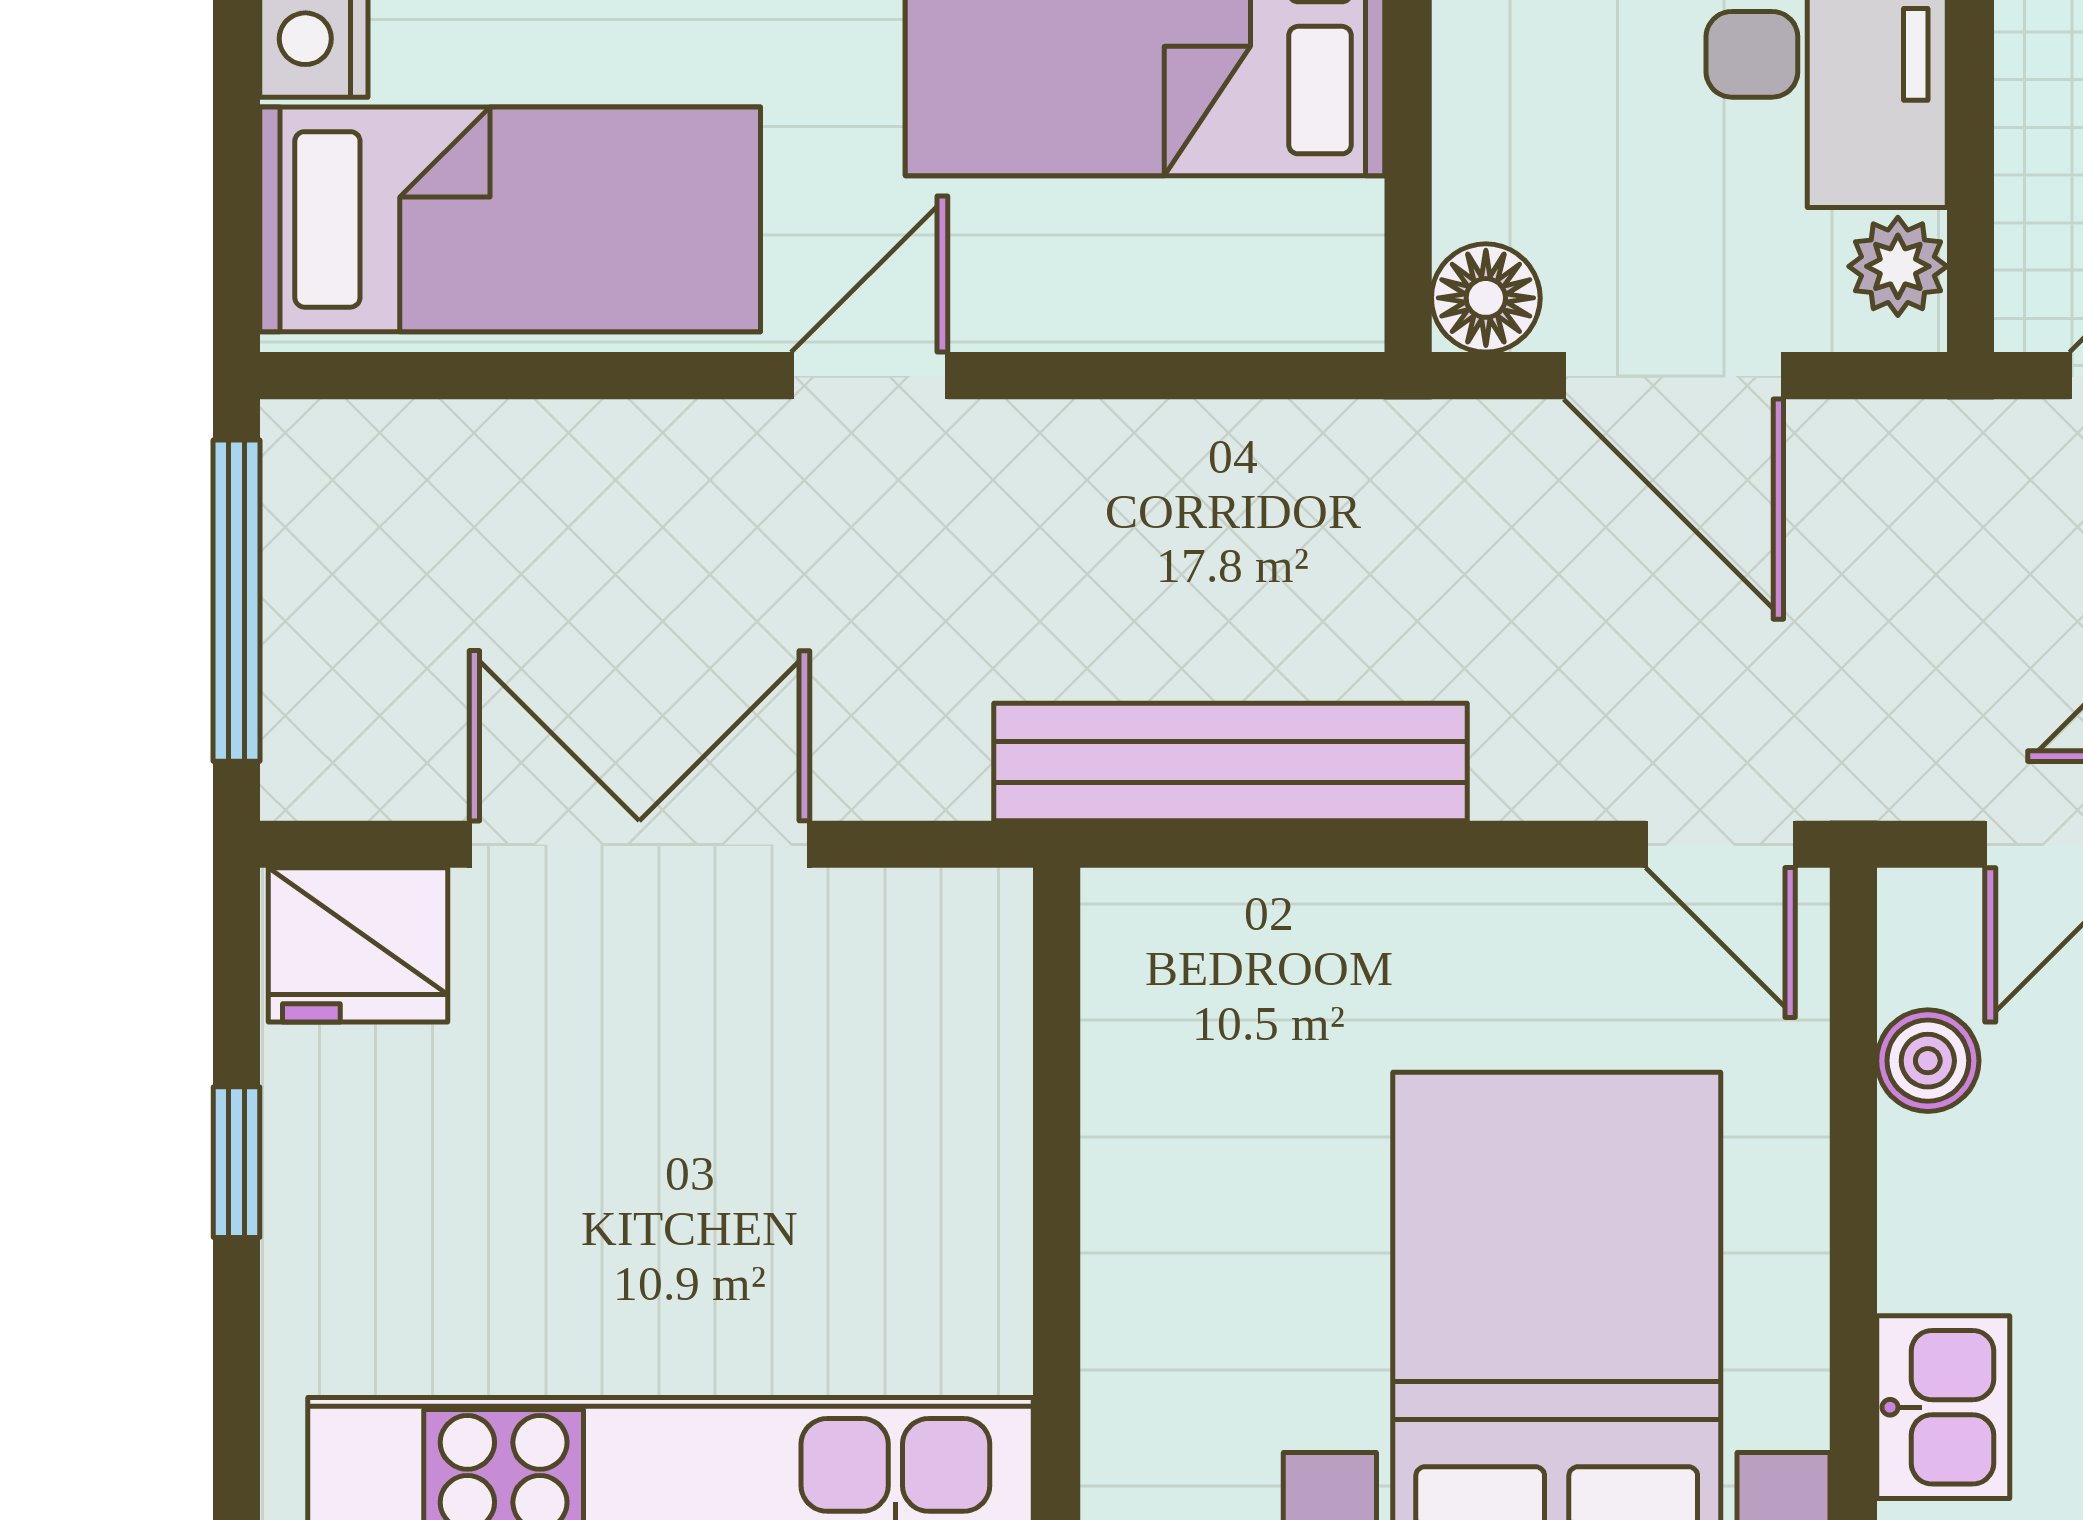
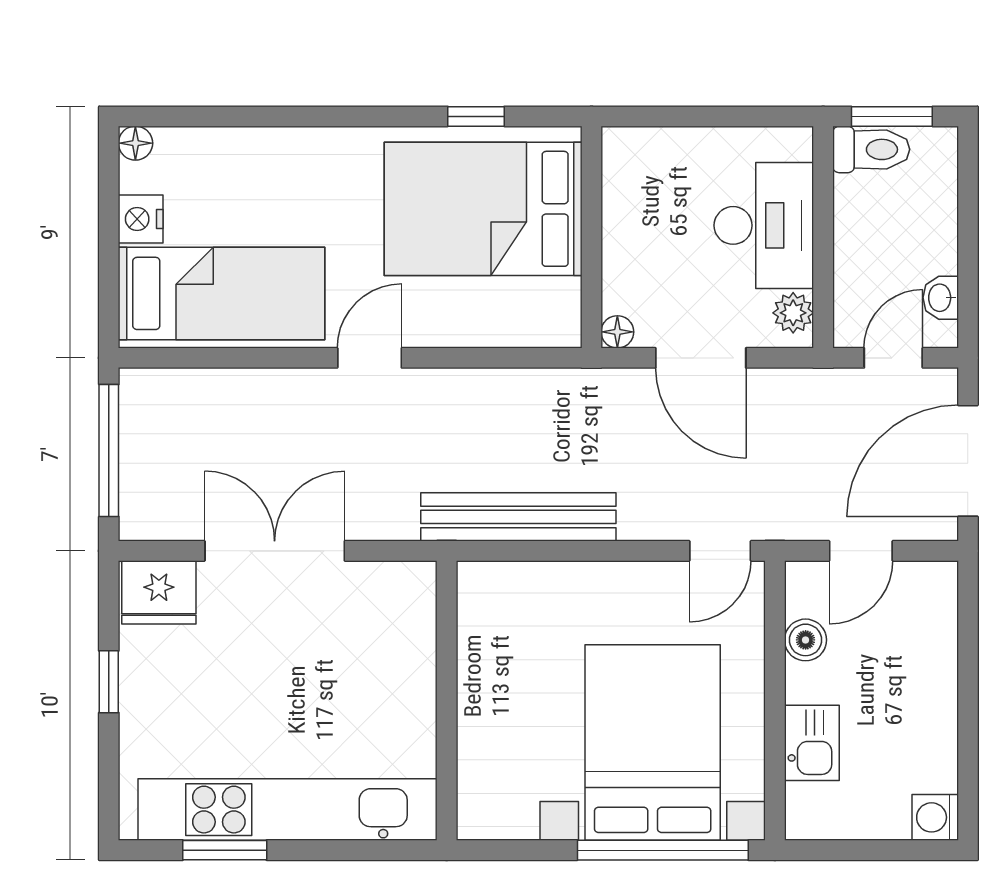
floor lamp: (1486, 298) -> (617, 332), width x0.73, depth x0.73
door: (1721, 844) -> (720, 551), hinge flipped
kitchen sink: (1943, 1407) -> (812, 743), moved

